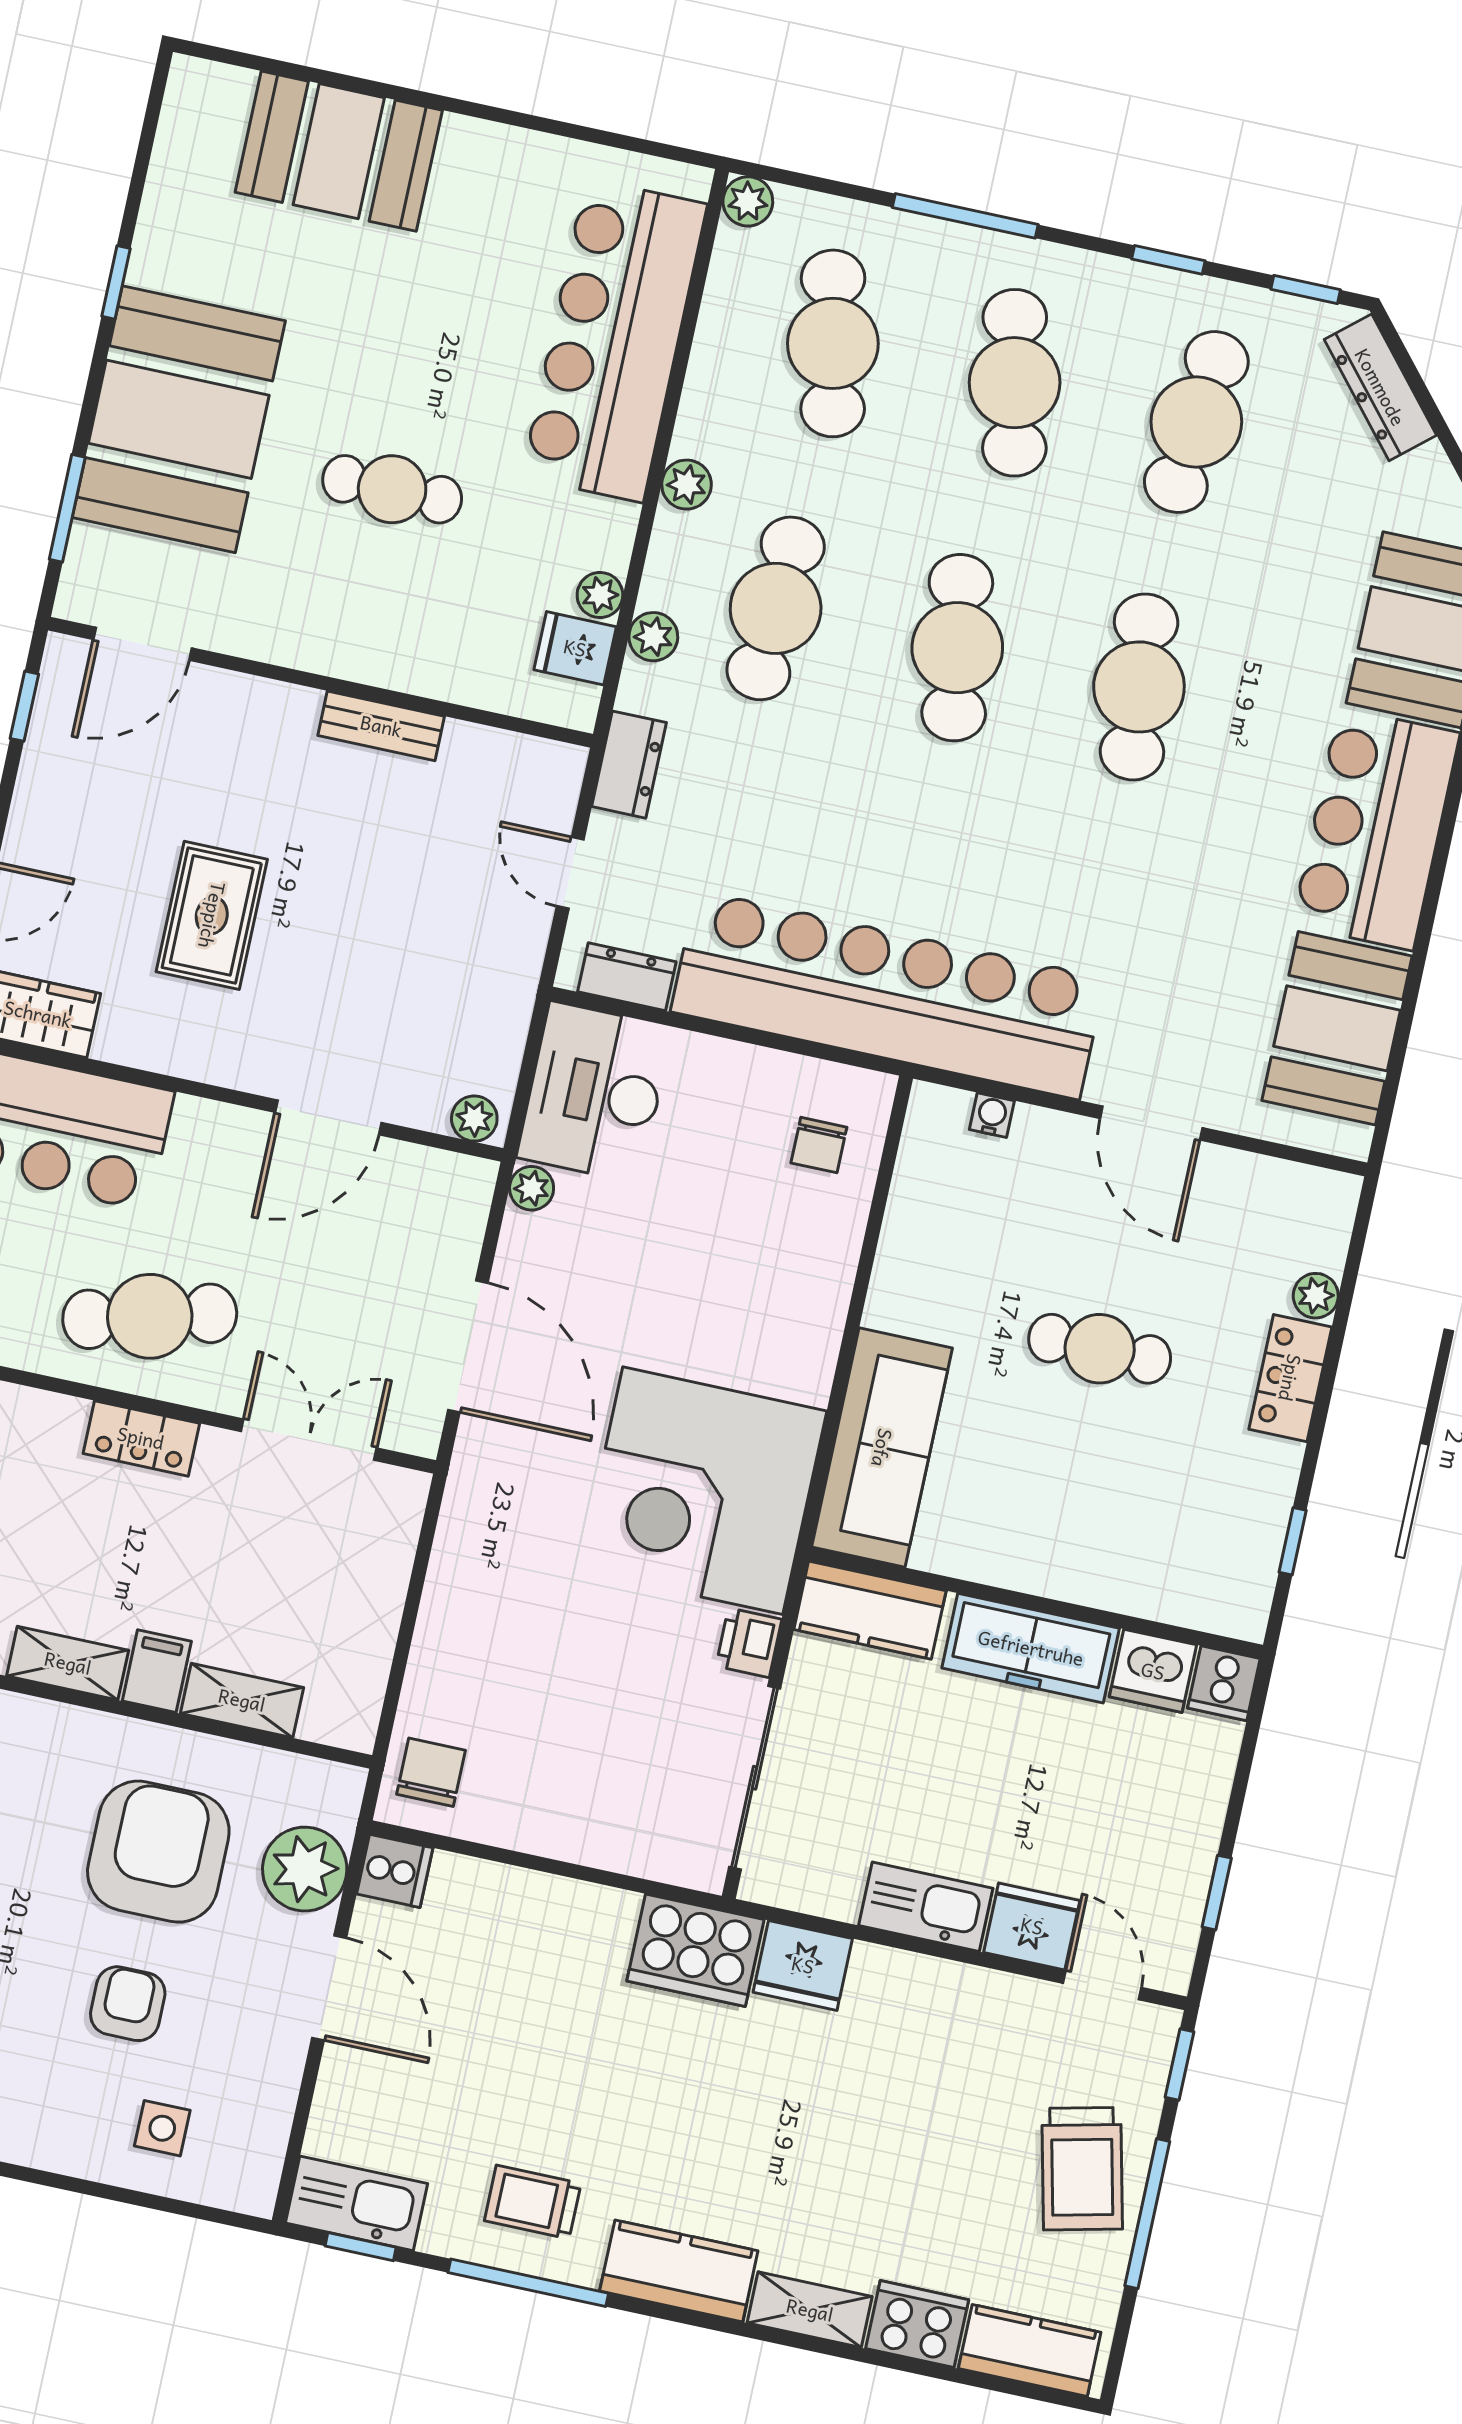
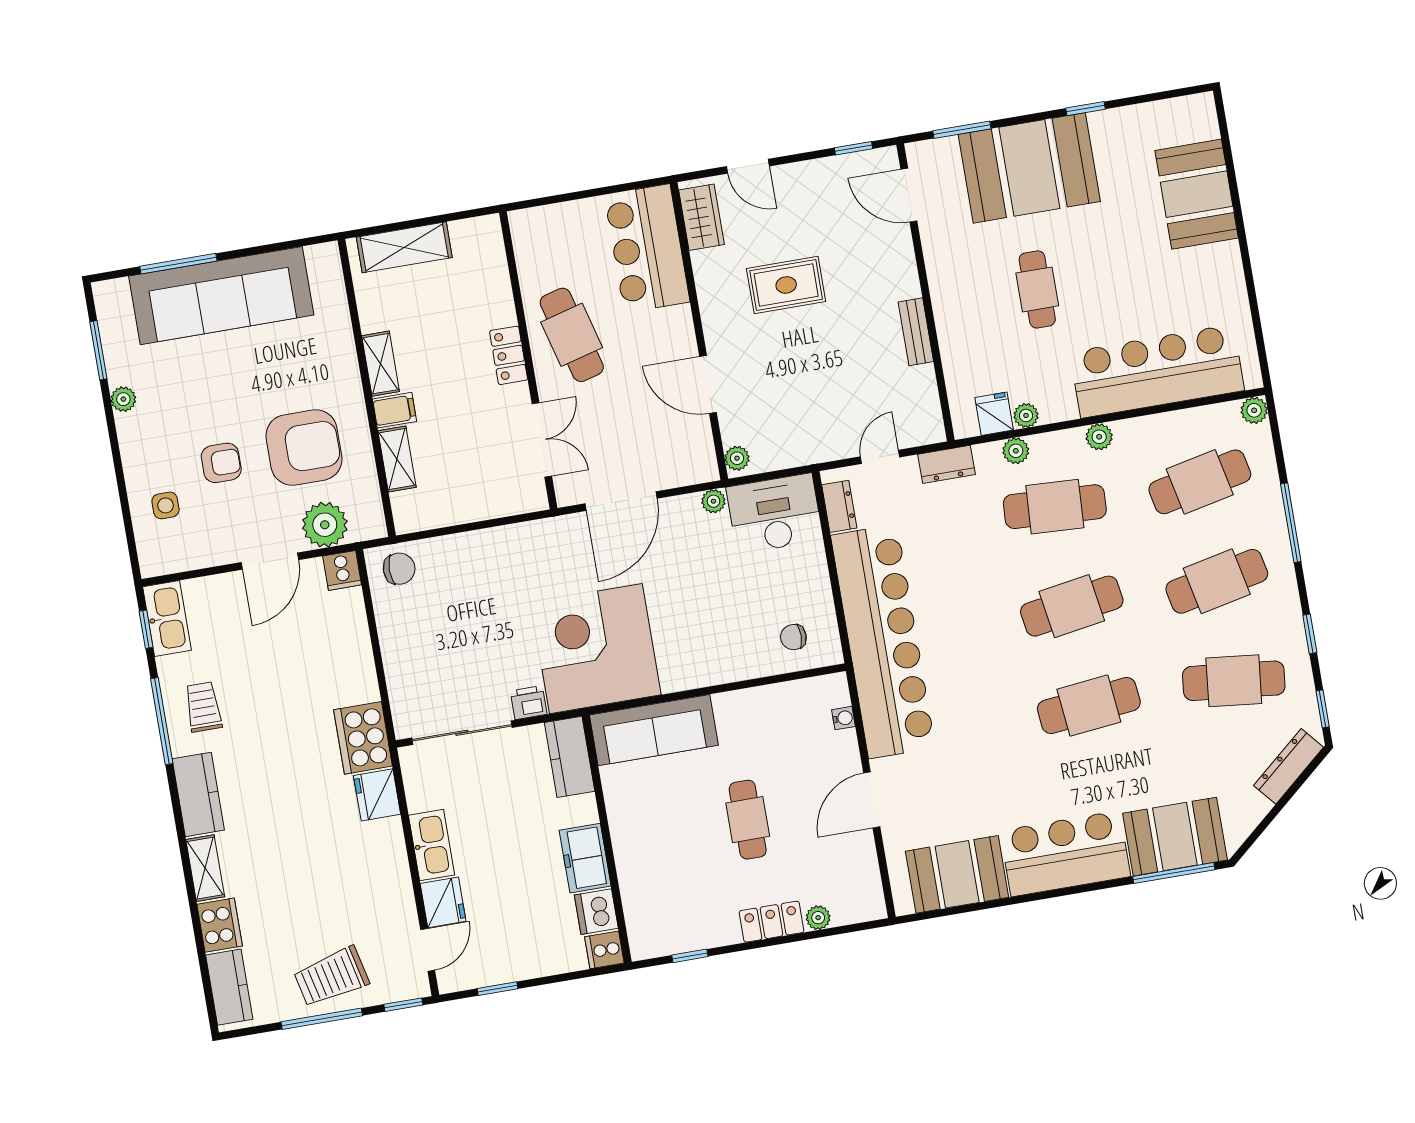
freezer: (1031, 1648) -> (585, 858), width x0.71

